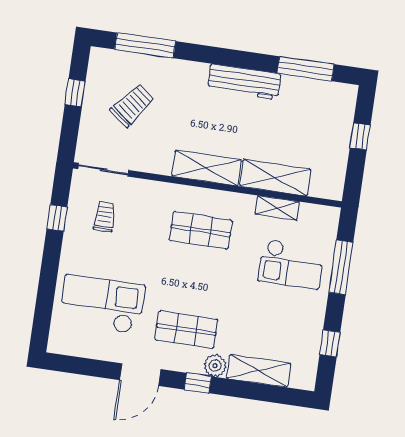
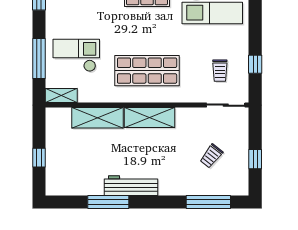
window: (306, 69) -> (108, 202), moved
trolley: (132, 105) -> (211, 156), width x0.73, depth x0.72
shelving: (277, 208) -> (61, 96), moved
shop shelf: (201, 230) -> (147, 71), width x1.43, depth x1.36

